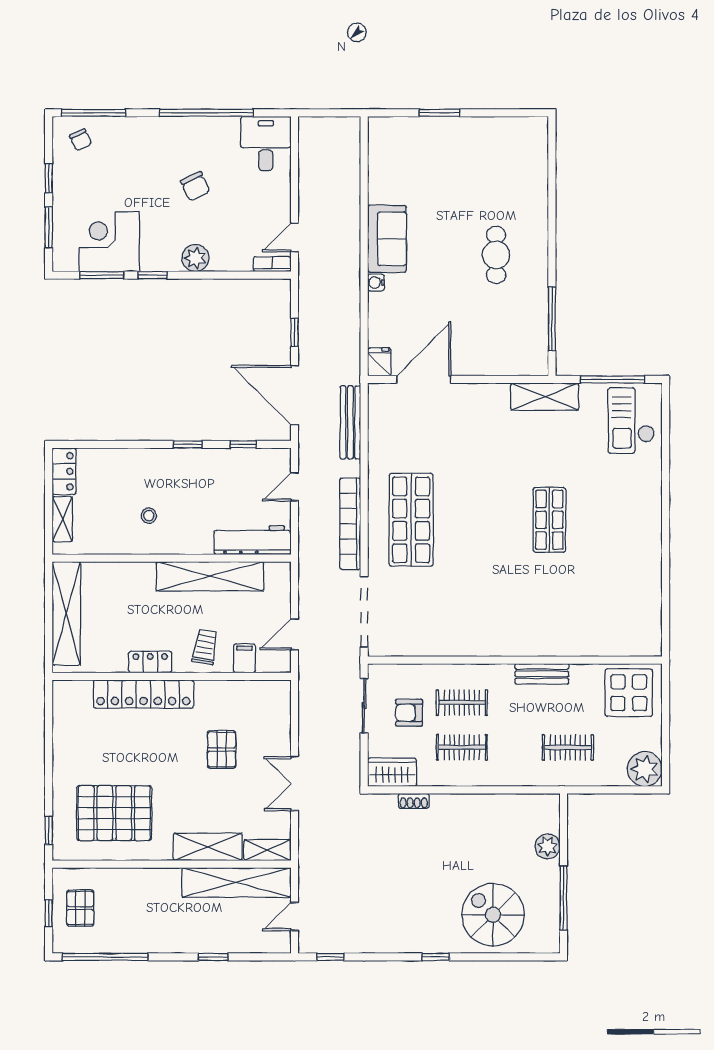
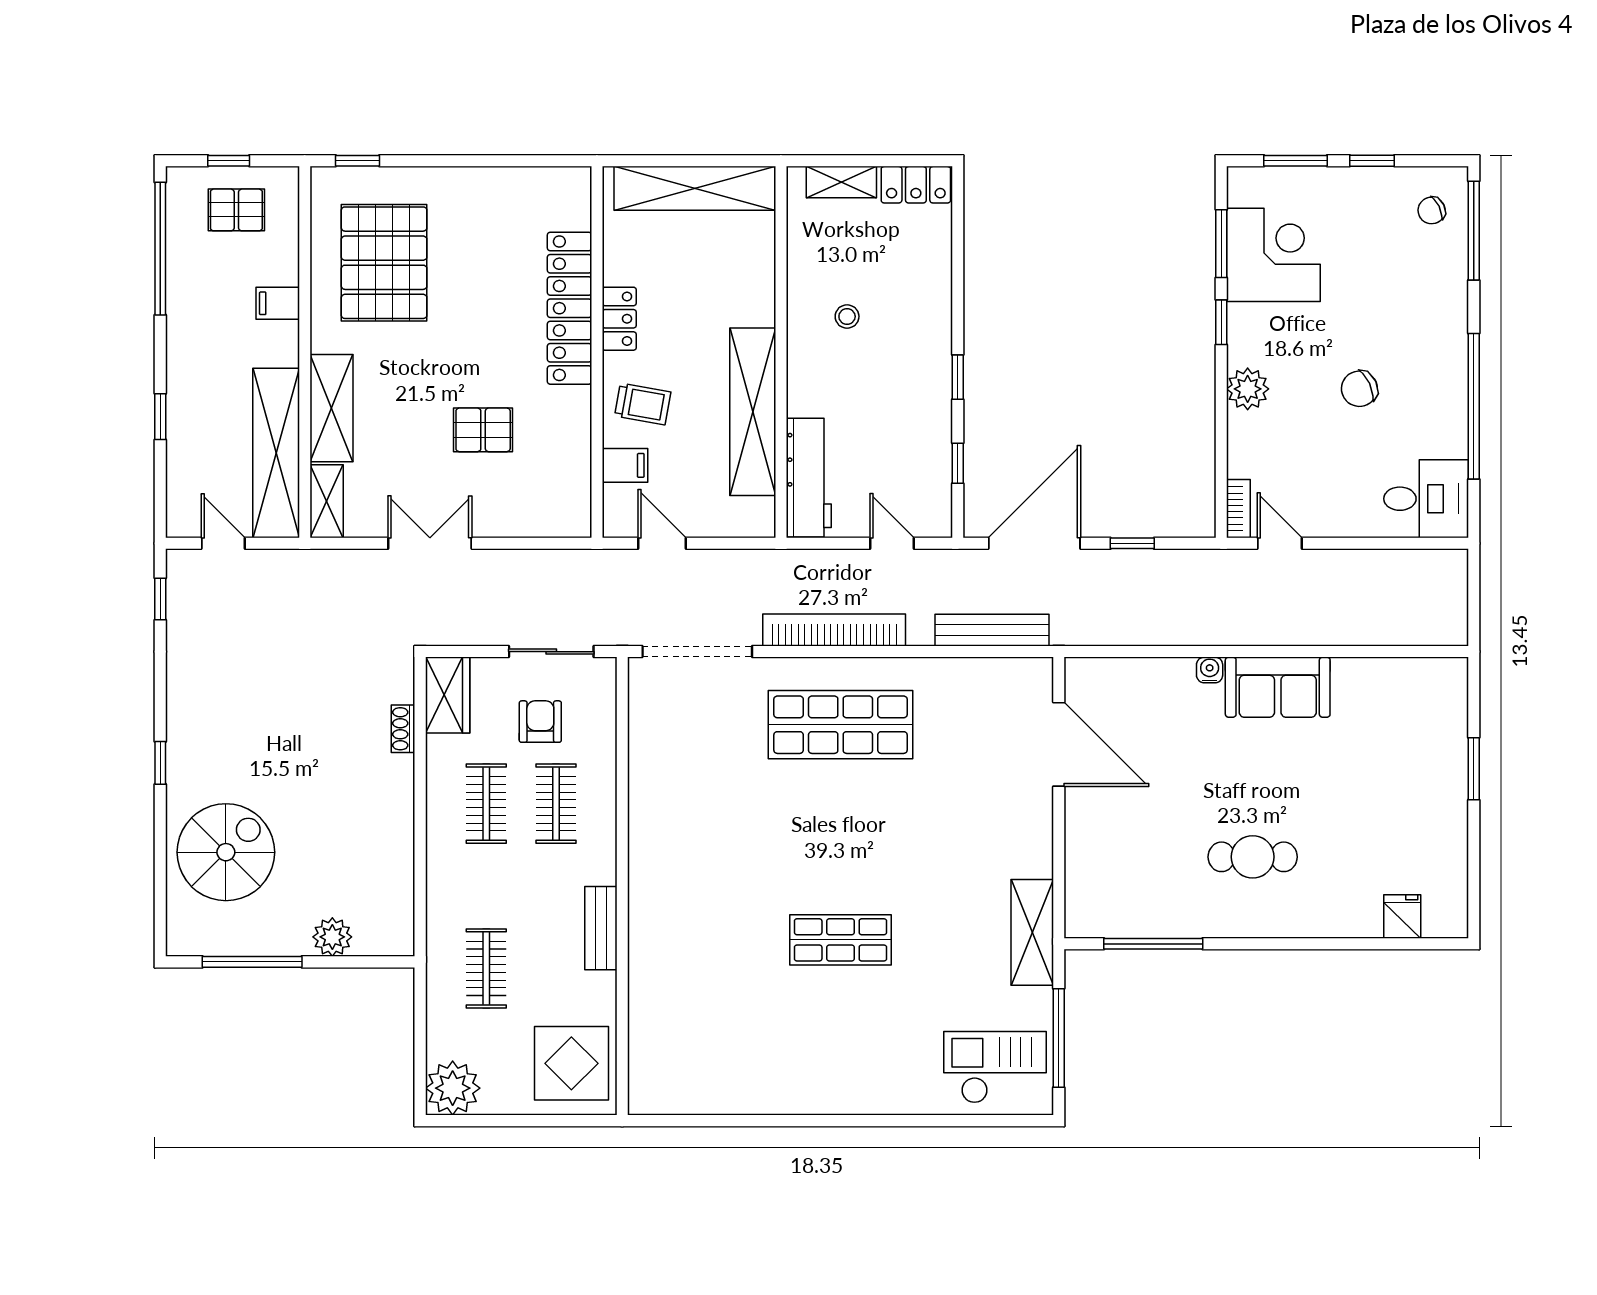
fridge: (379, 362) -> (1402, 917), moved, turned -90
filing cabinet: (140, 881) -> (278, 303), added

